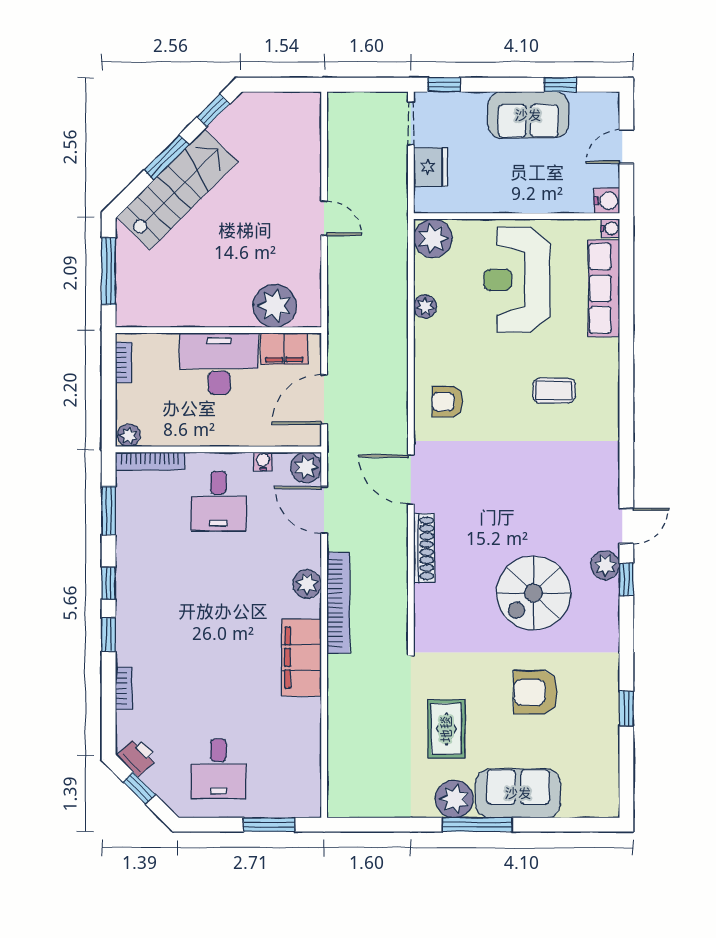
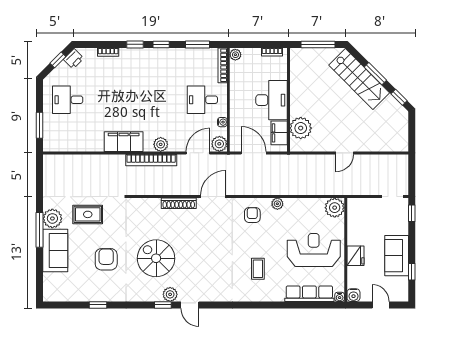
fridge: (430, 167) -> (356, 256), moved, turned -90
plant: (425, 306) -> (277, 204), moved

